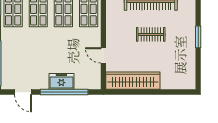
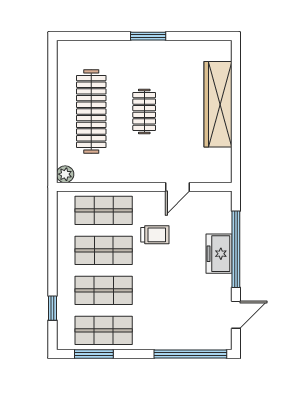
trolley: (73, 41) -> (155, 235), added
wardrobe: (133, 81) -> (218, 104), moved

